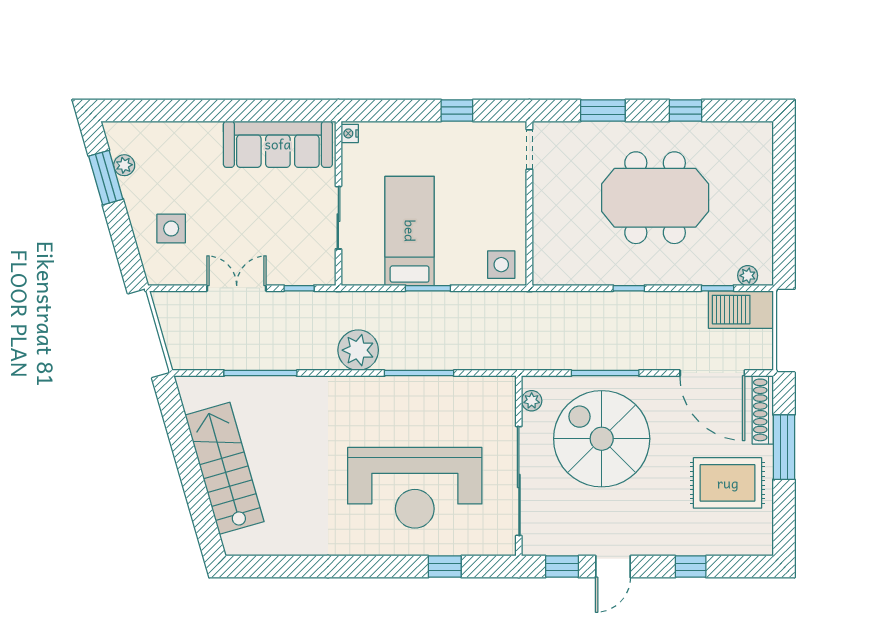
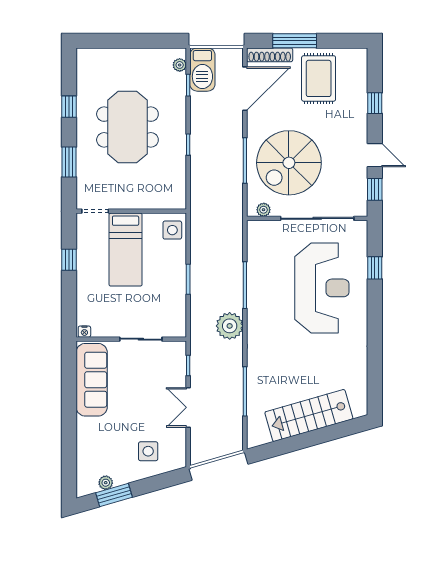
bed: (410, 231) -> (126, 250), moved, turned -90

